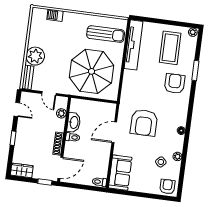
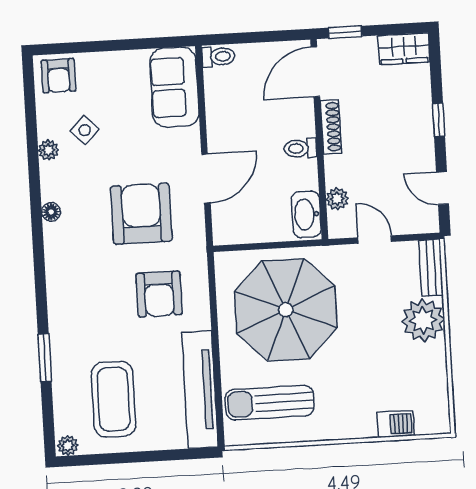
armchair: (175, 84) -> (159, 294), moved
washbasin: (74, 122) -> (306, 214), moved

